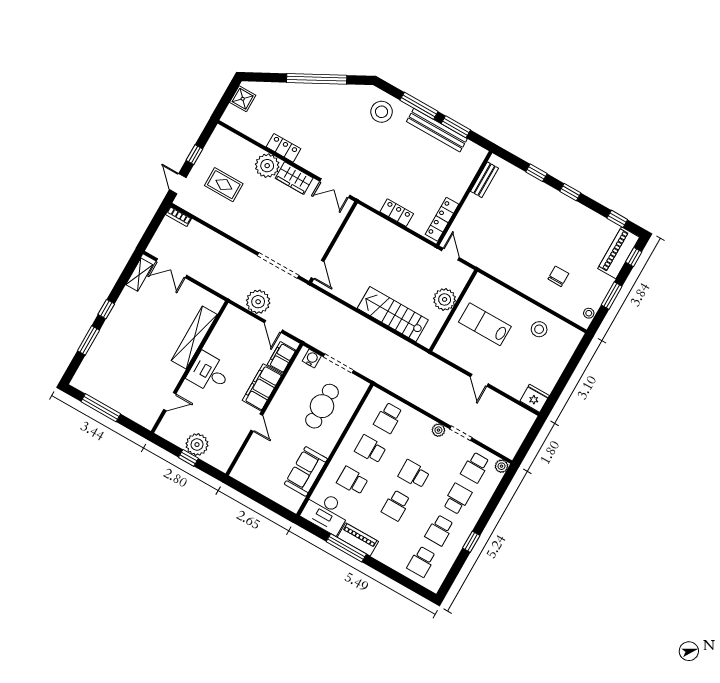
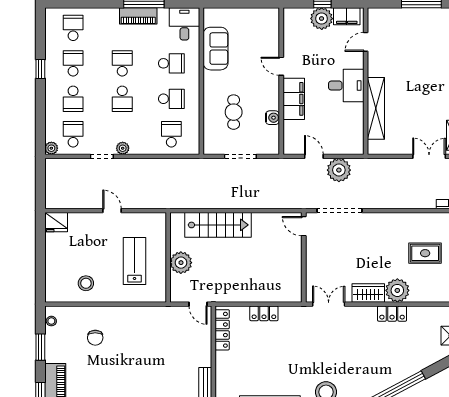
lab bench: (485, 324) -> (135, 261), turned -90
filing cabinet: (282, 357) -> (347, 16), moved, turned 90
water cooler: (312, 359) -> (272, 118), moved, turned -90
cafe table: (322, 406) -> (234, 112), width x0.73, depth x0.74
school desk: (414, 474) -> (122, 99), turned 90
desk: (326, 512) -> (184, 24), width x0.73

